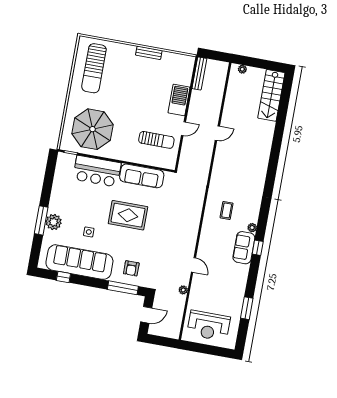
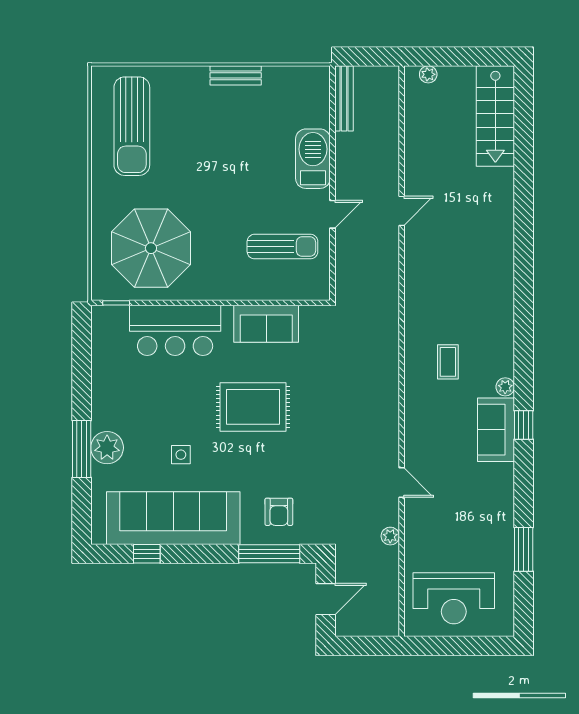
sofa: (142, 176) -> (266, 324), width x0.73

